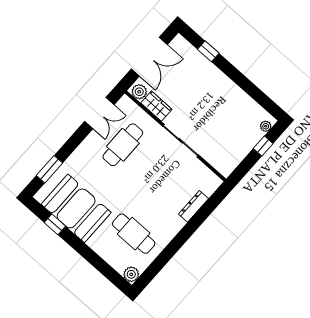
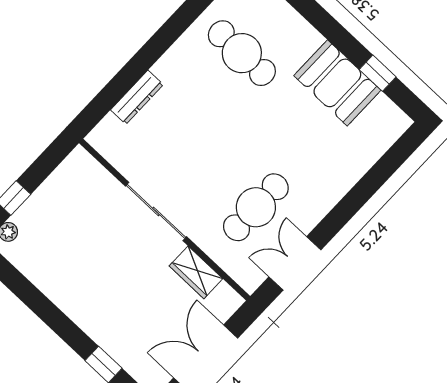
plant: (139, 92) -> (225, 298), removed
window: (49, 169) -> (384, 169), removed
booth: (76, 208) -> (337, 83), width x0.73, depth x0.70

